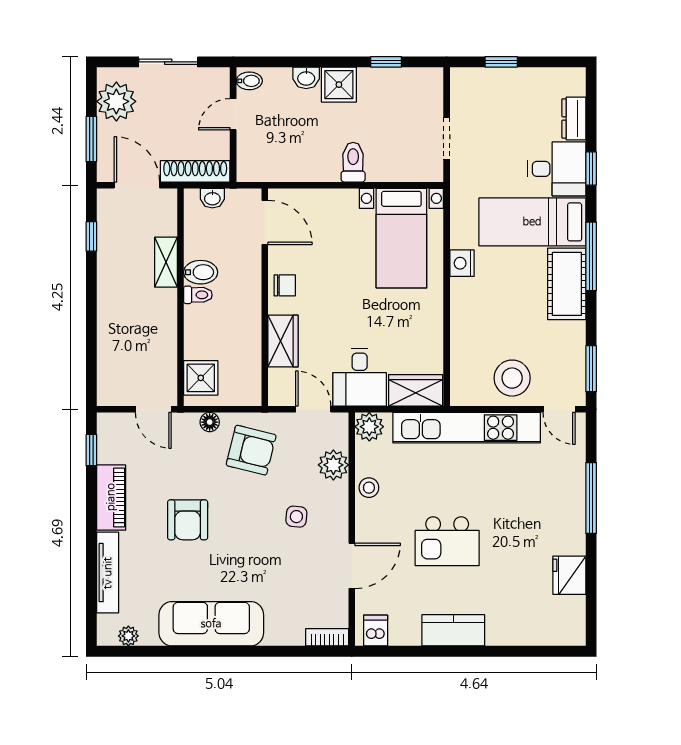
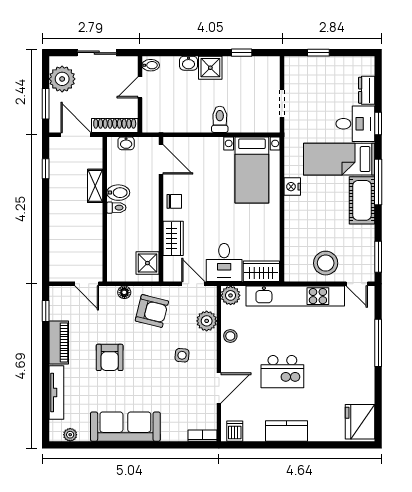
shower: (201, 378) -> (147, 263), moved
fridge: (569, 575) -> (360, 422), moved, width x1.36, depth x1.34

